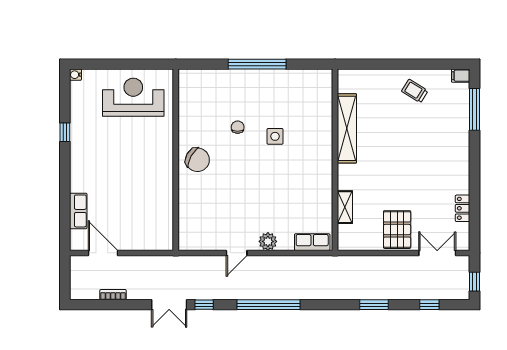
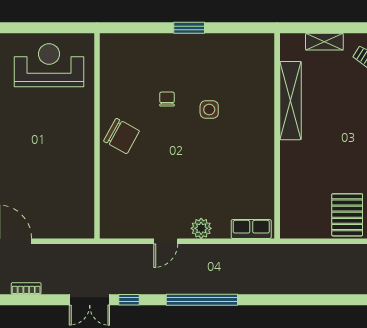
window: (257, 64) -> (189, 28), width x0.47
shelving: (345, 207) -> (324, 42), moved, turned 90
window: (374, 305) -> (321, 300), removed

